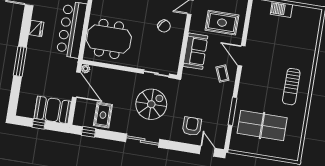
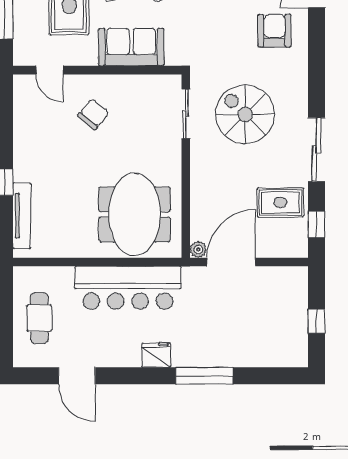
fridge: (36, 28) -> (156, 355), moved
booth: (53, 110) -> (286, 299), removed
armchair: (192, 126) -> (274, 31), turned 90
sliding door: (143, 141) -> (316, 149), moved

